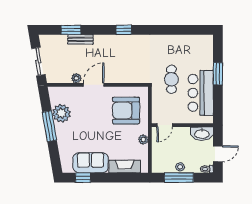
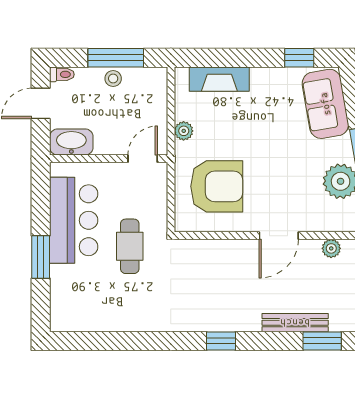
bench: (81, 39) -> (295, 323), width x1.36
plant: (76, 78) -> (331, 248), moved
sofa: (91, 163) -> (325, 104), moved, turned 80

